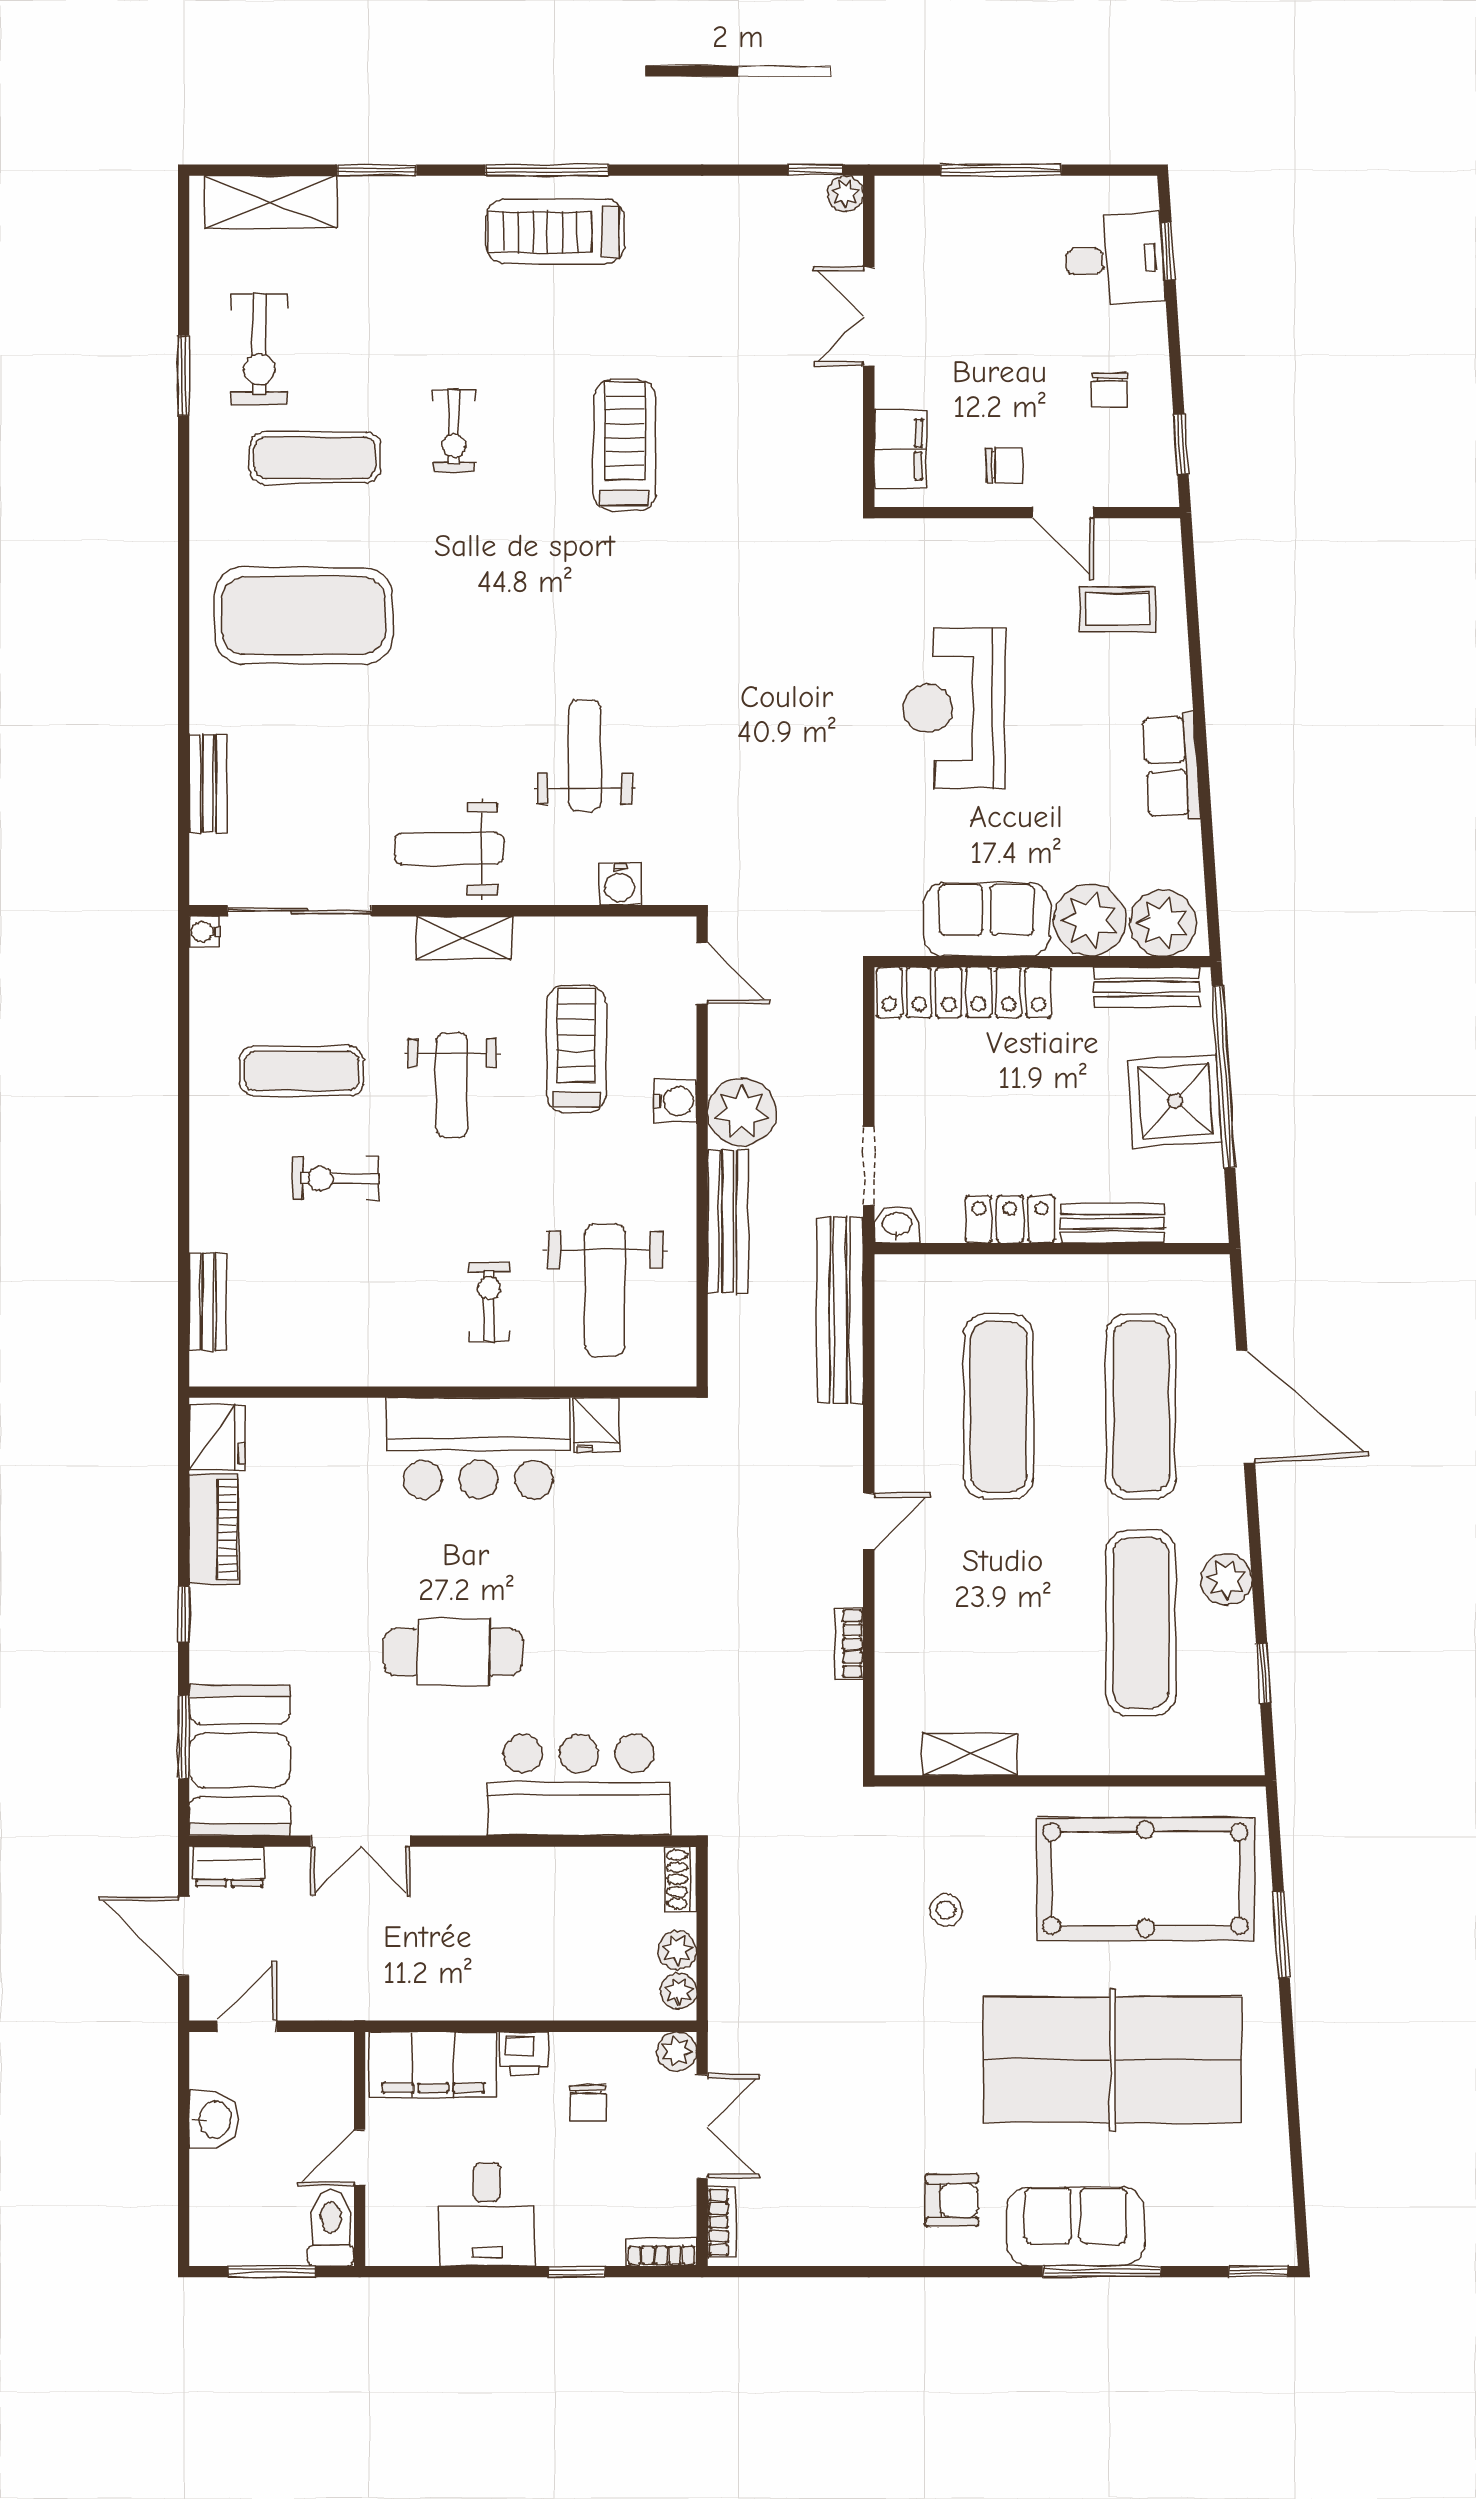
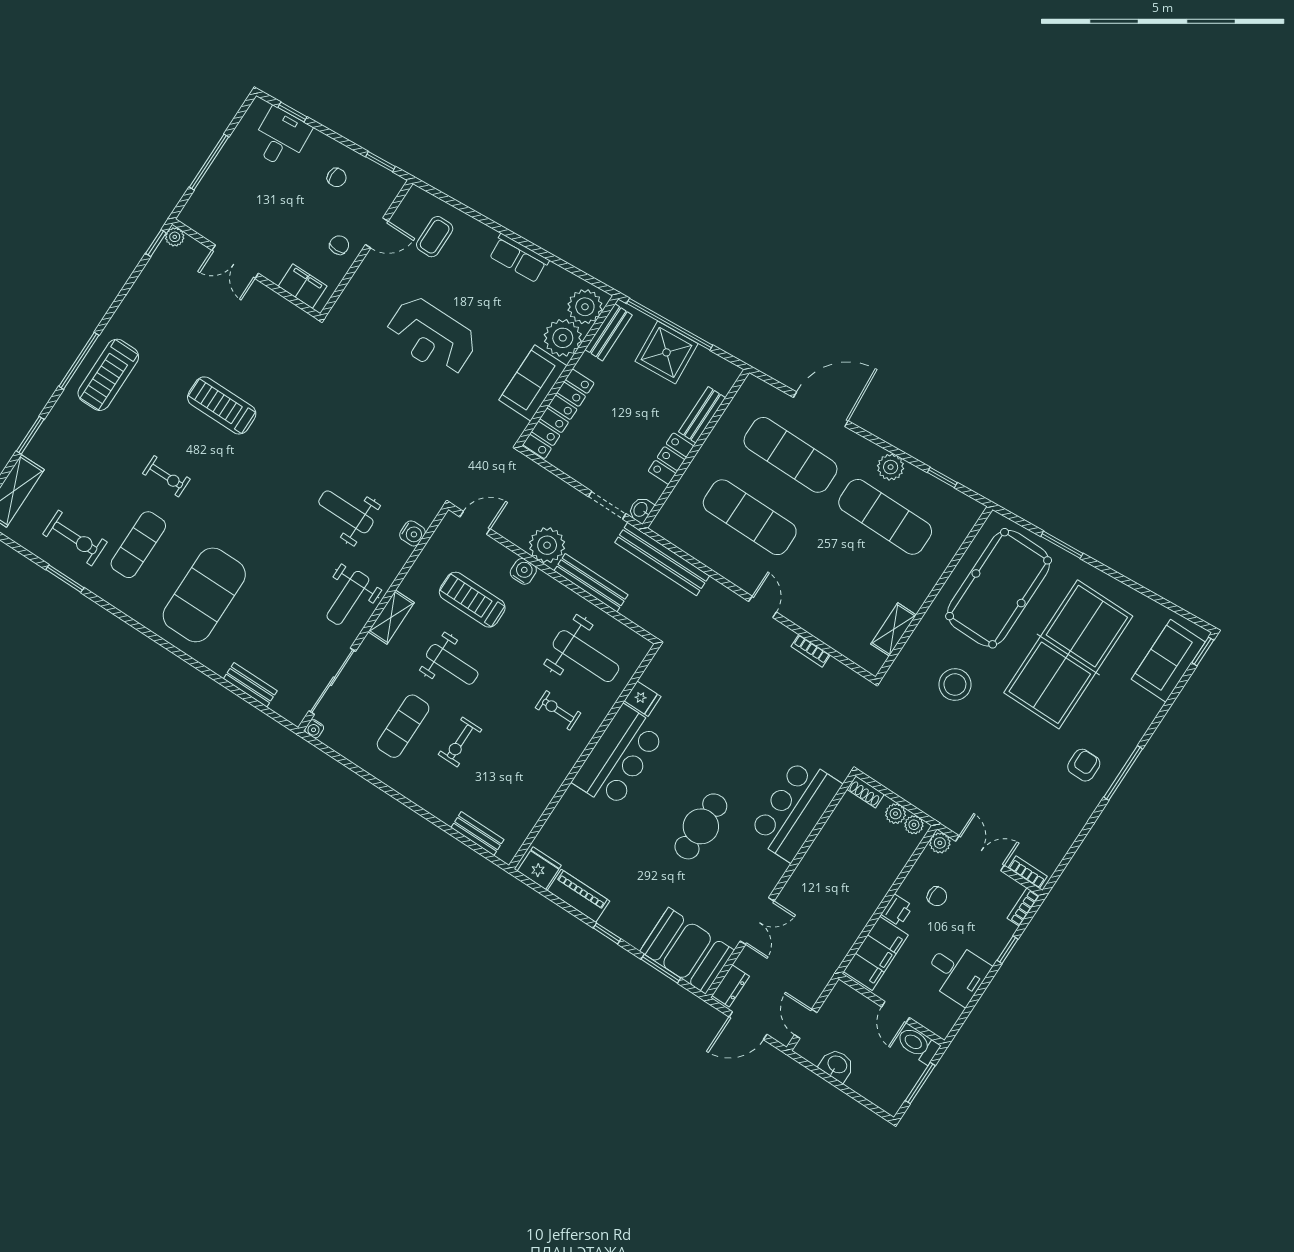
stool: (946, 1910) -> (955, 685), width x1.89, depth x1.89
sofa: (1075, 2226) -> (1168, 661), moved
window: (1102, 2272) -> (1123, 773), moved

